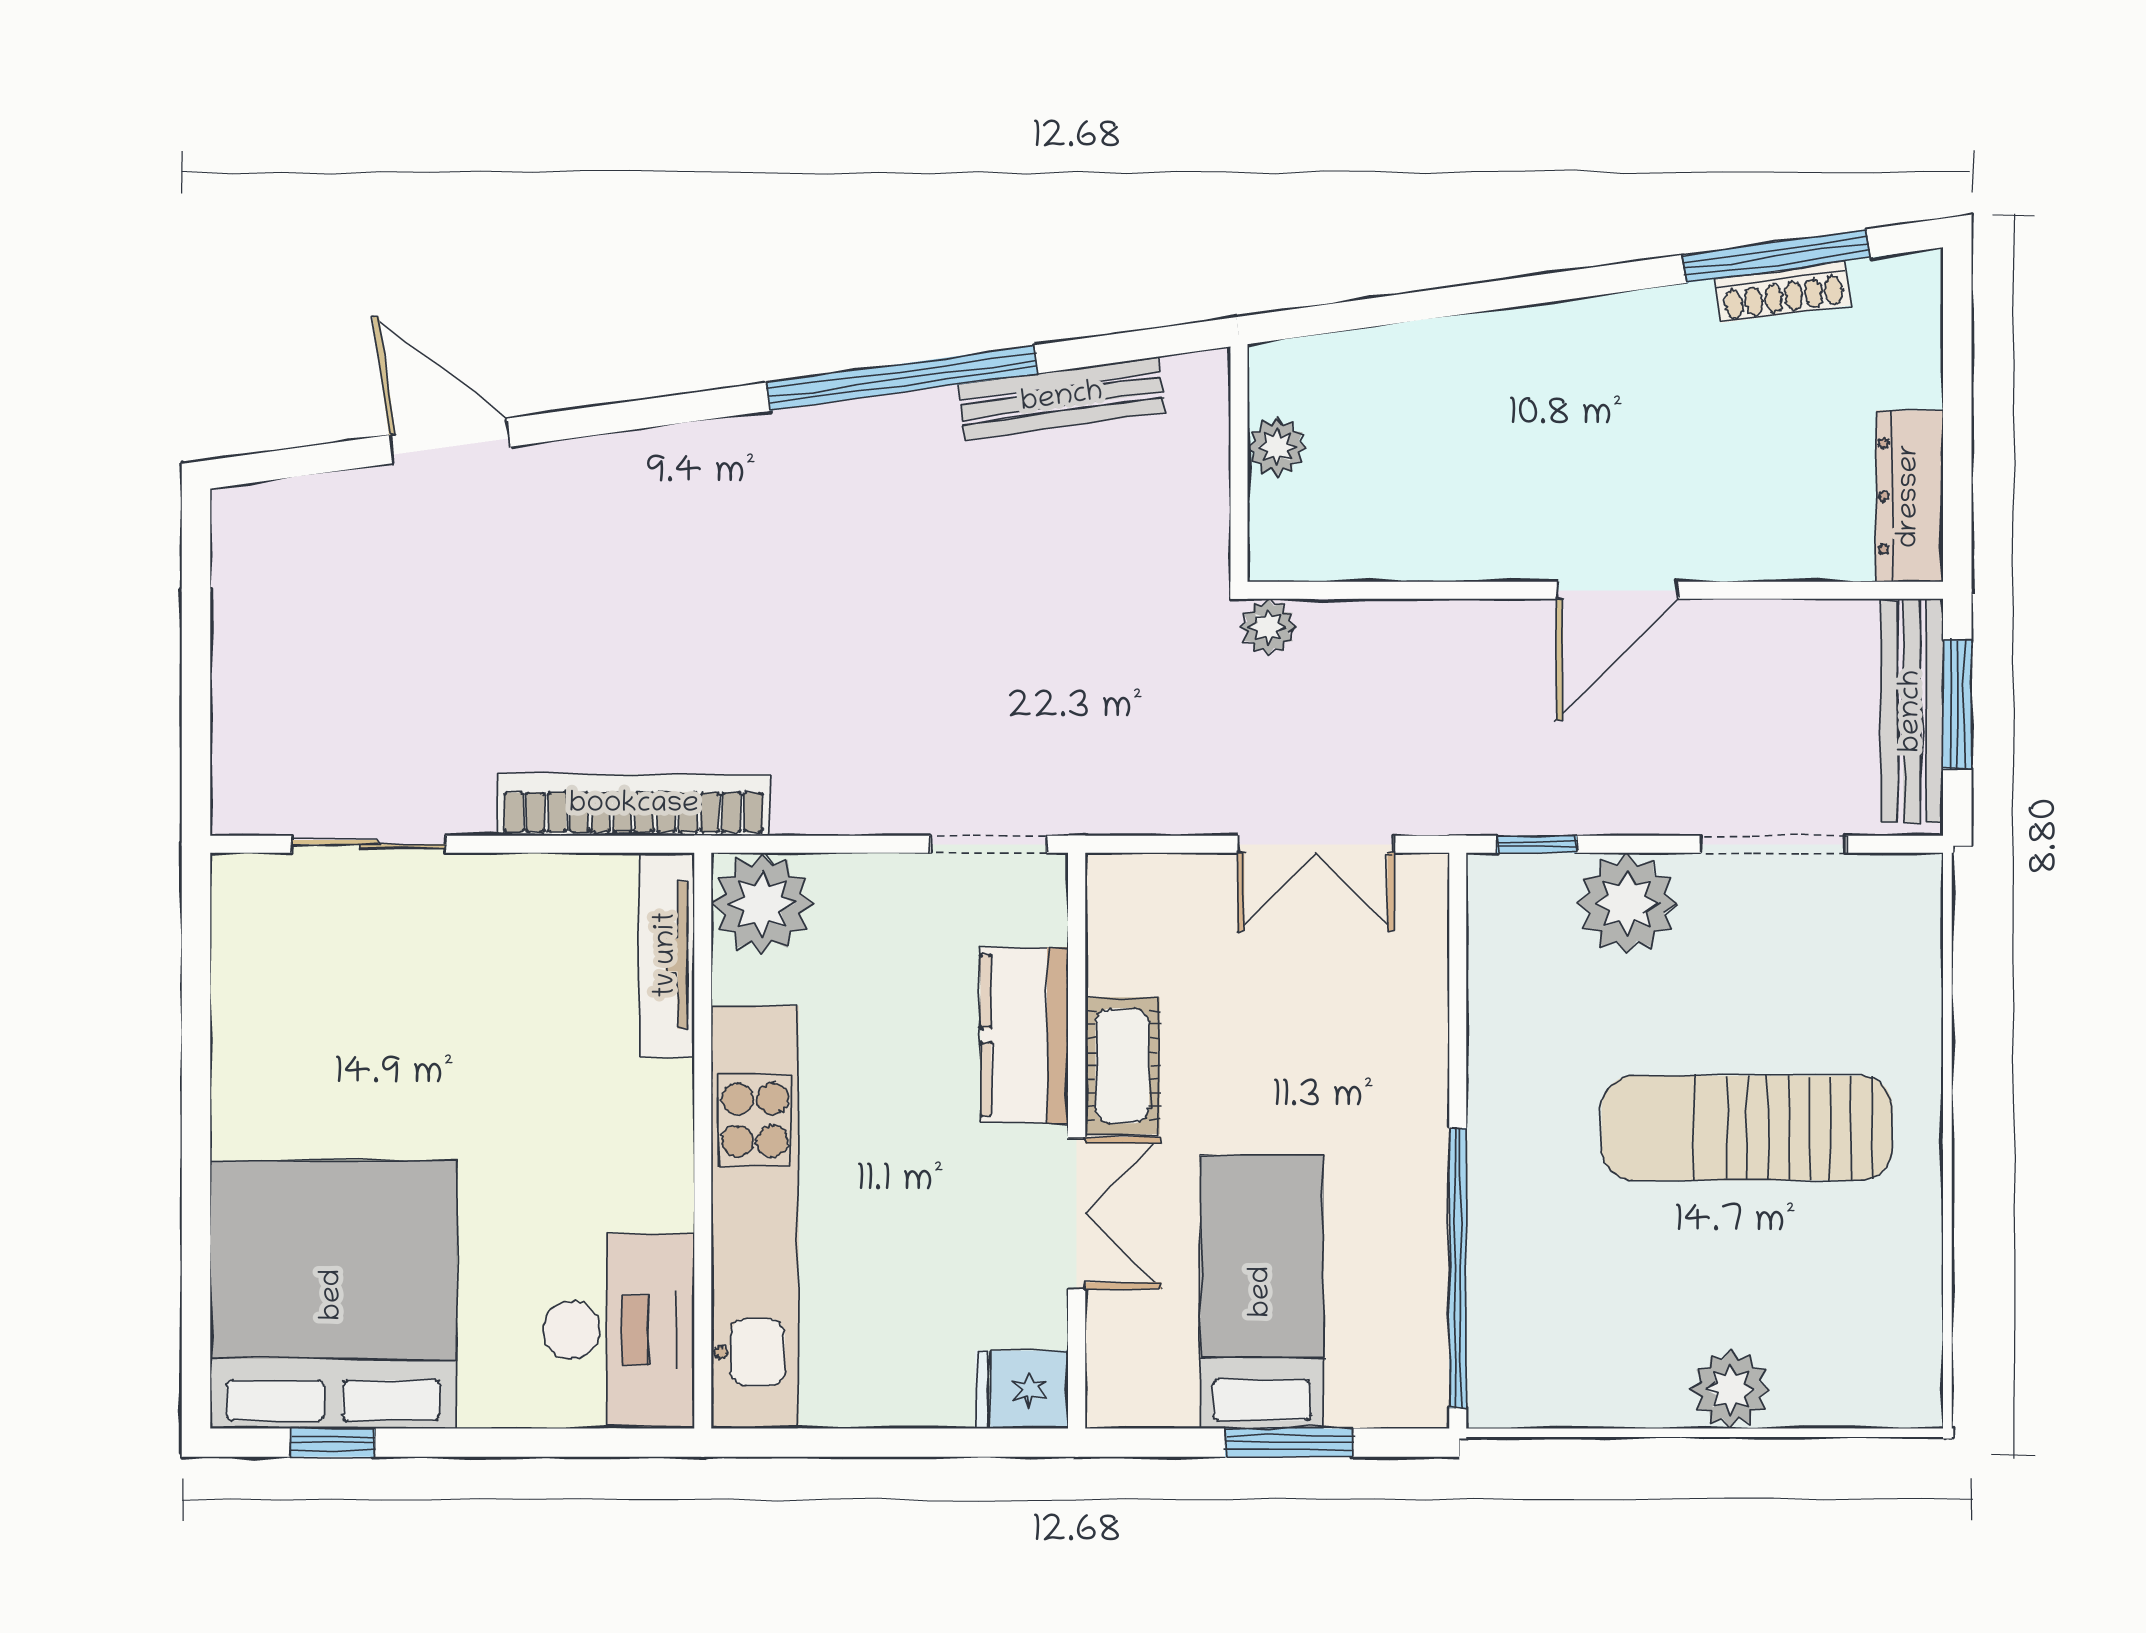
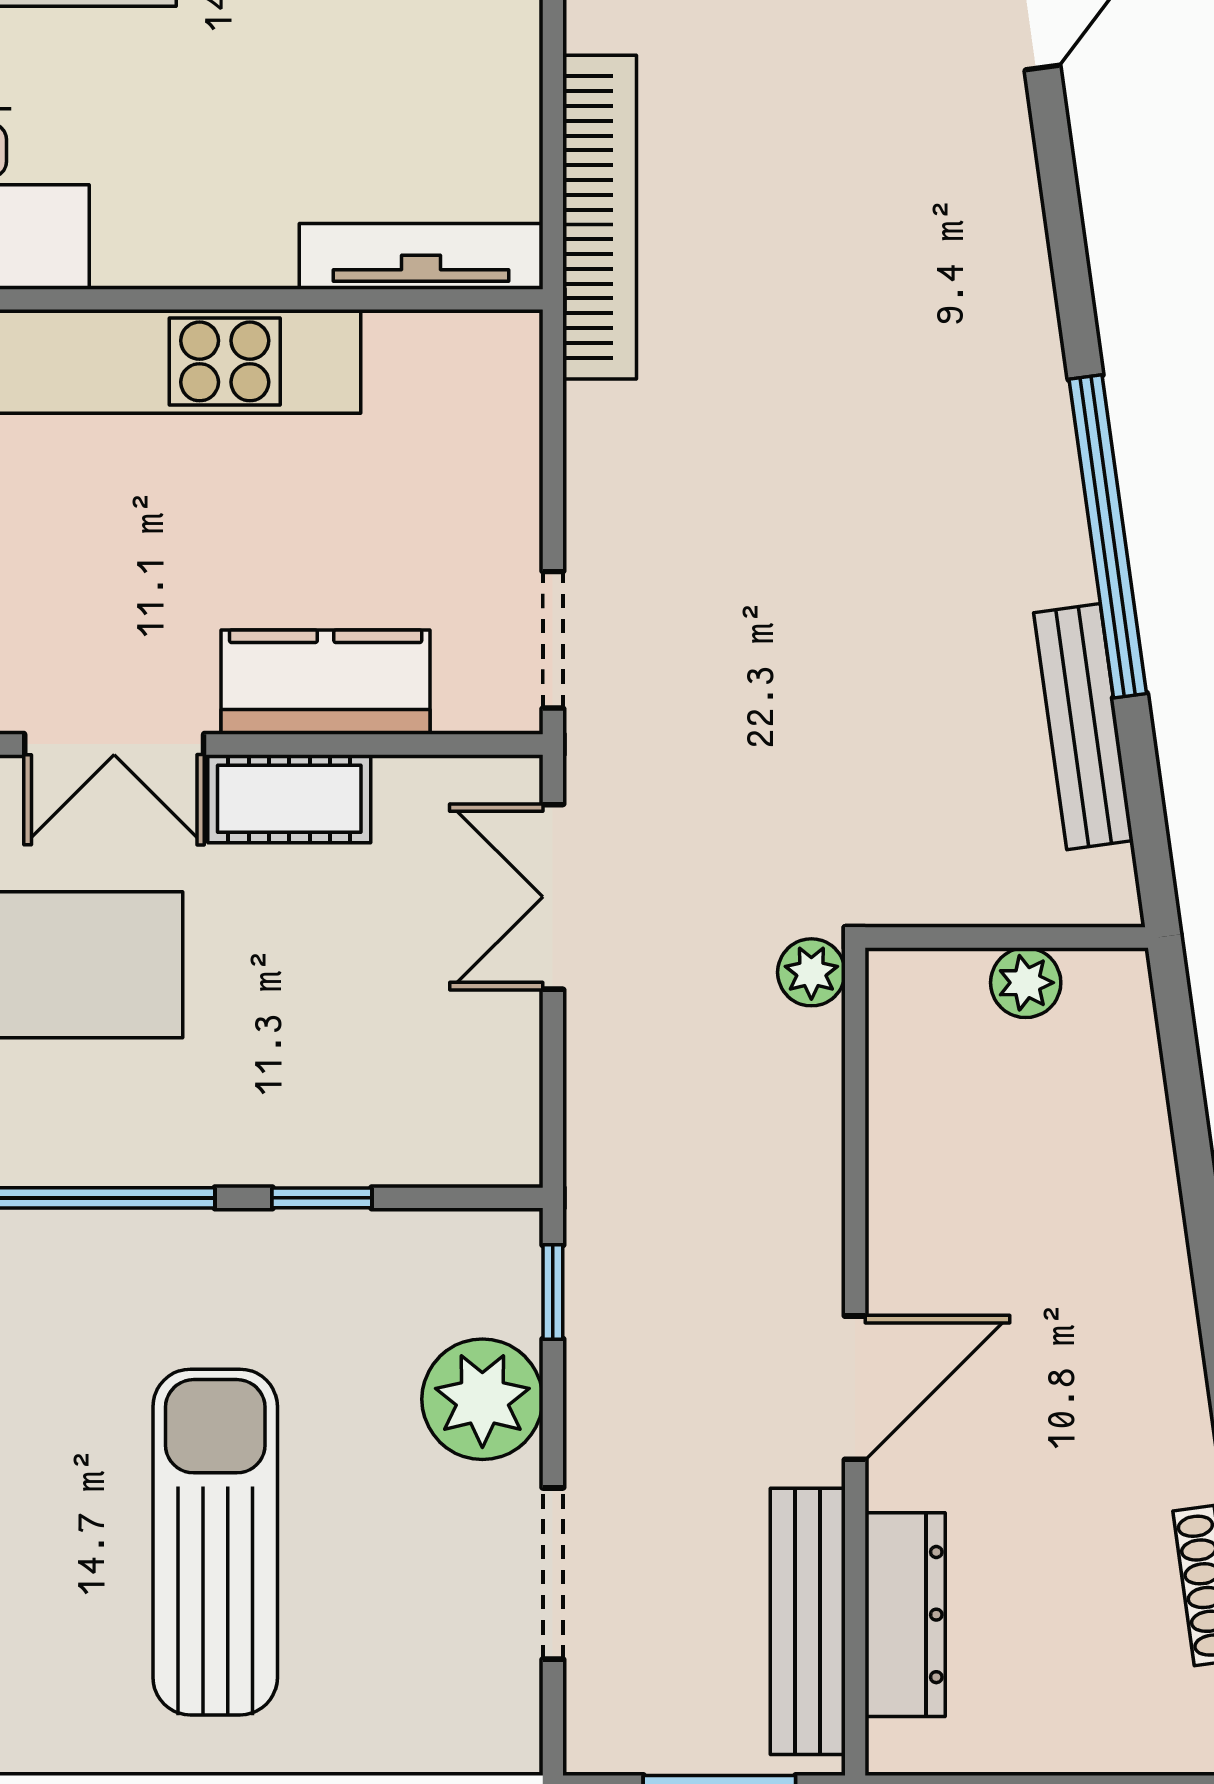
dresser: (1910, 496) -> (905, 1615), moved, turned 90
door: (1617, 590) -> (855, 1388), swing flipped
bench: (1912, 711) -> (808, 1621), moved, turned 90
double door: (1316, 844) -> (553, 897), moved
plant: (762, 904) -> (482, 370), removed
window: (1458, 1038) -> (322, 1198), added

